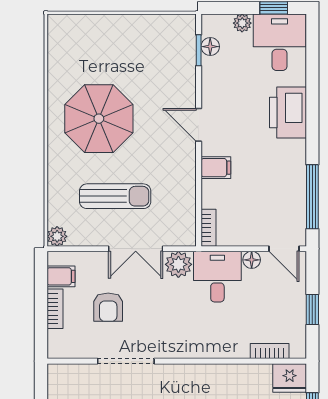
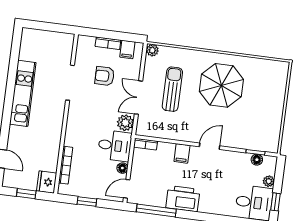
printer: (288, 113) -> (183, 199), moved
sun lounger: (115, 196) -> (172, 89), turned 180
bookcase: (270, 351) -> (66, 165), width x1.56

